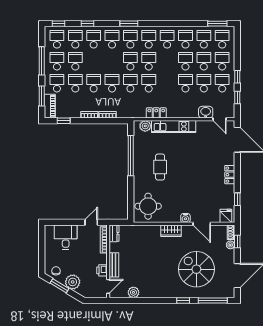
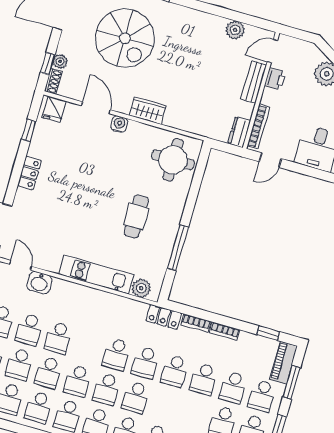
school desk: (167, 61) -> (77, 381), added
locker: (156, 113) -> (164, 317), moved
window: (131, 156) -> (178, 248), width x0.68

